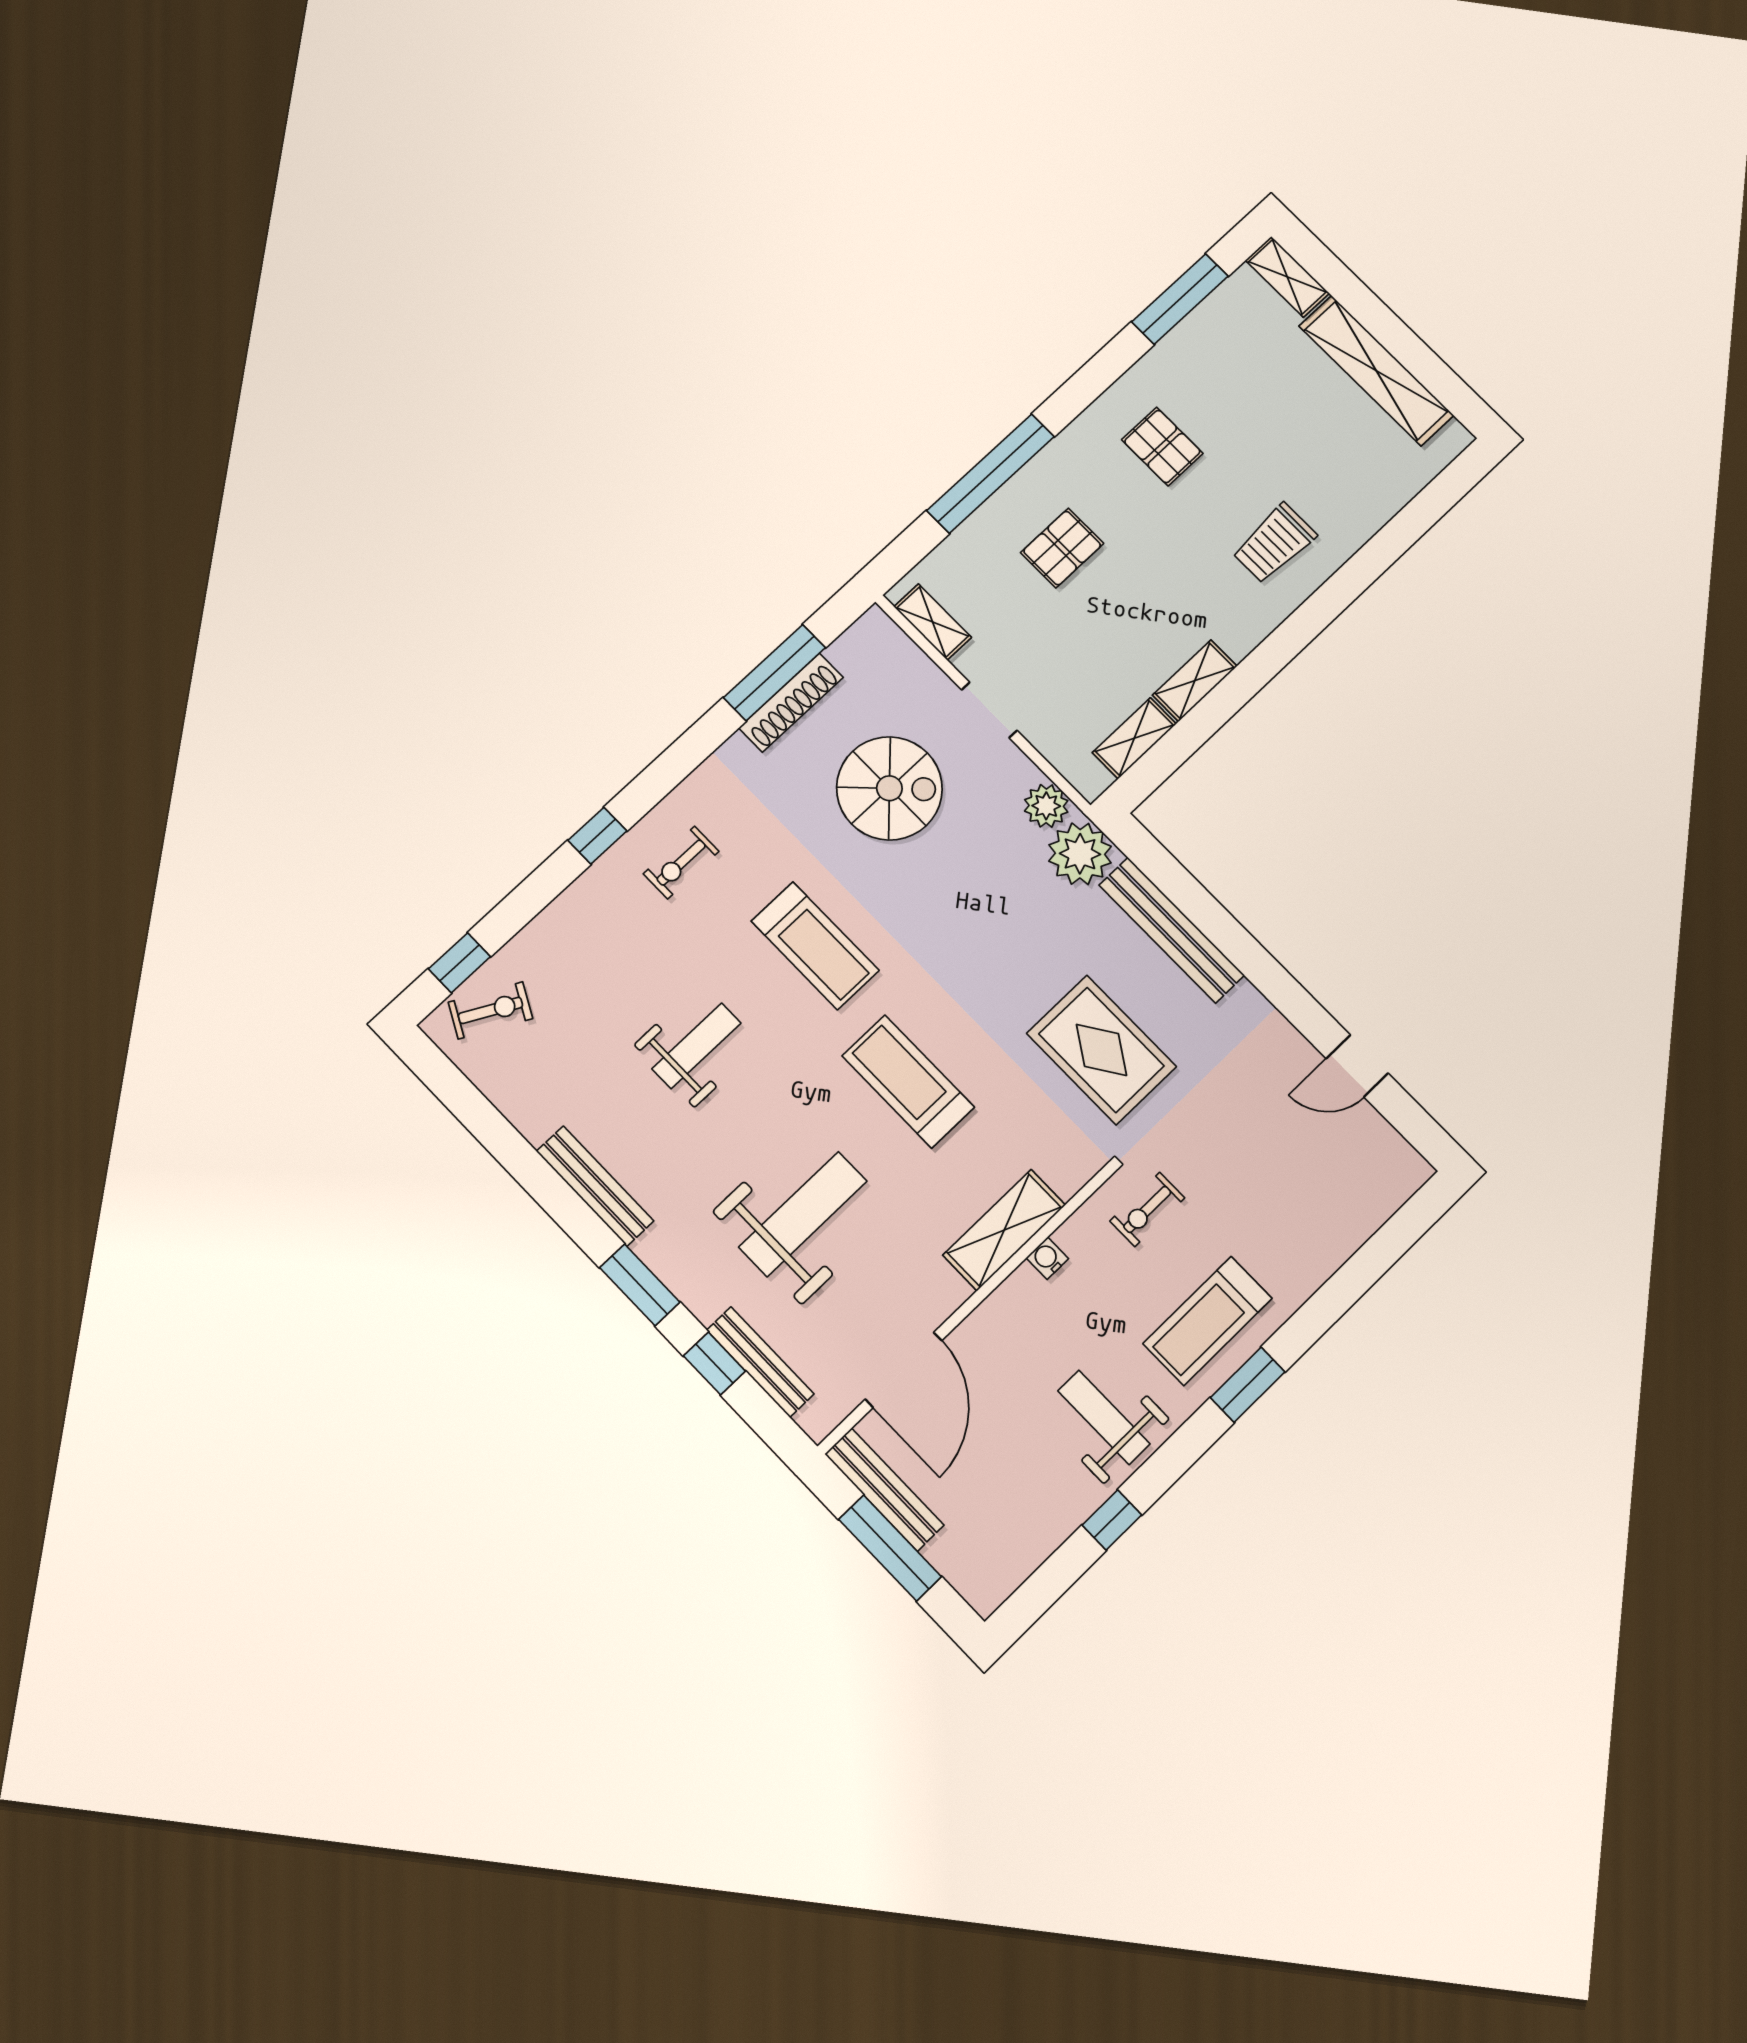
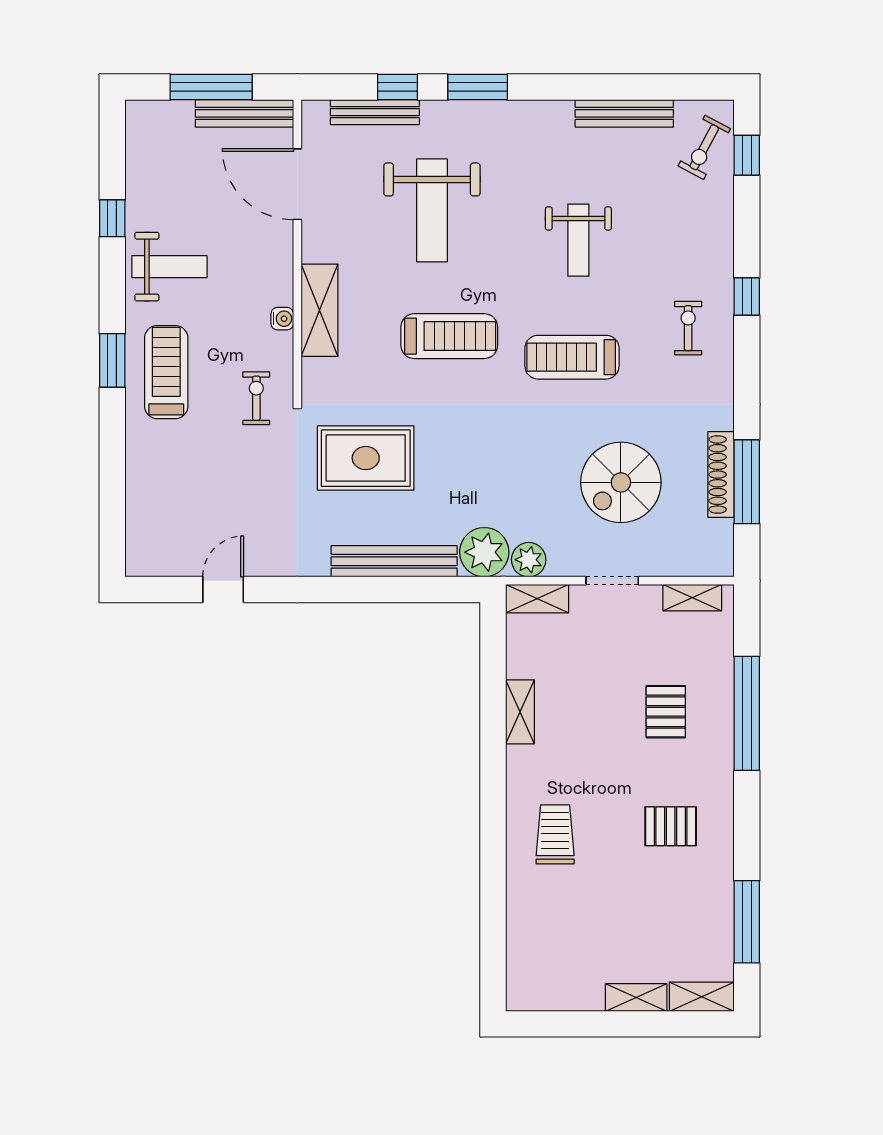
shelving: (1376, 371) -> (636, 997), width x0.45, depth x0.75
shelving: (1134, 738) -> (537, 599), moved, turned 90
bench: (595, 1186) -> (624, 113), moved

